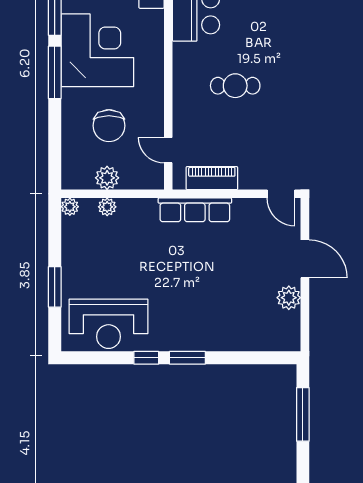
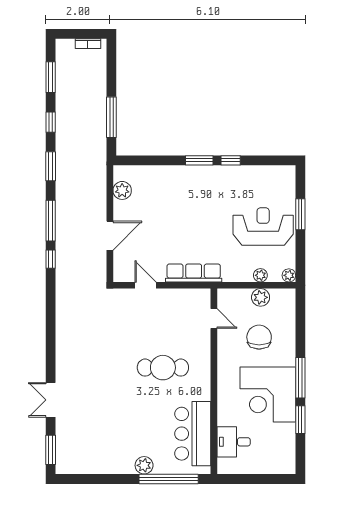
cafe table: (235, 86) -> (163, 368), width x1.37, depth x1.35
piano: (212, 178) -> (181, 297), removed
door: (281, 194) -> (146, 285), moved
door: (305, 259) -> (110, 236), swing flipped
plant: (289, 298) -> (122, 190), moved
reception desk: (108, 324) -> (263, 227), moved

